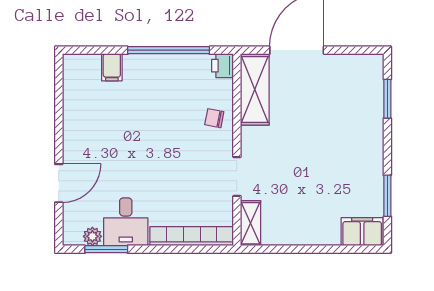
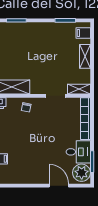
filing cabinet: (362, 232) -> (83, 33), width x0.50
shelving: (316, 235) -> (85, 56), added
plant: (92, 236) -> (82, 173), width x1.88, depth x1.88

